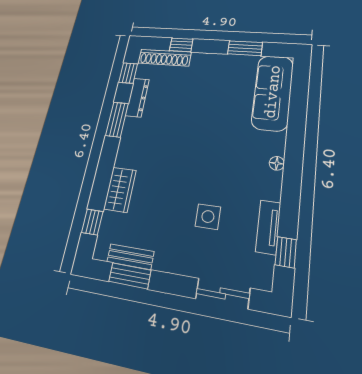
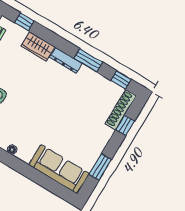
dresser: (137, 98) -> (66, 60), moved

